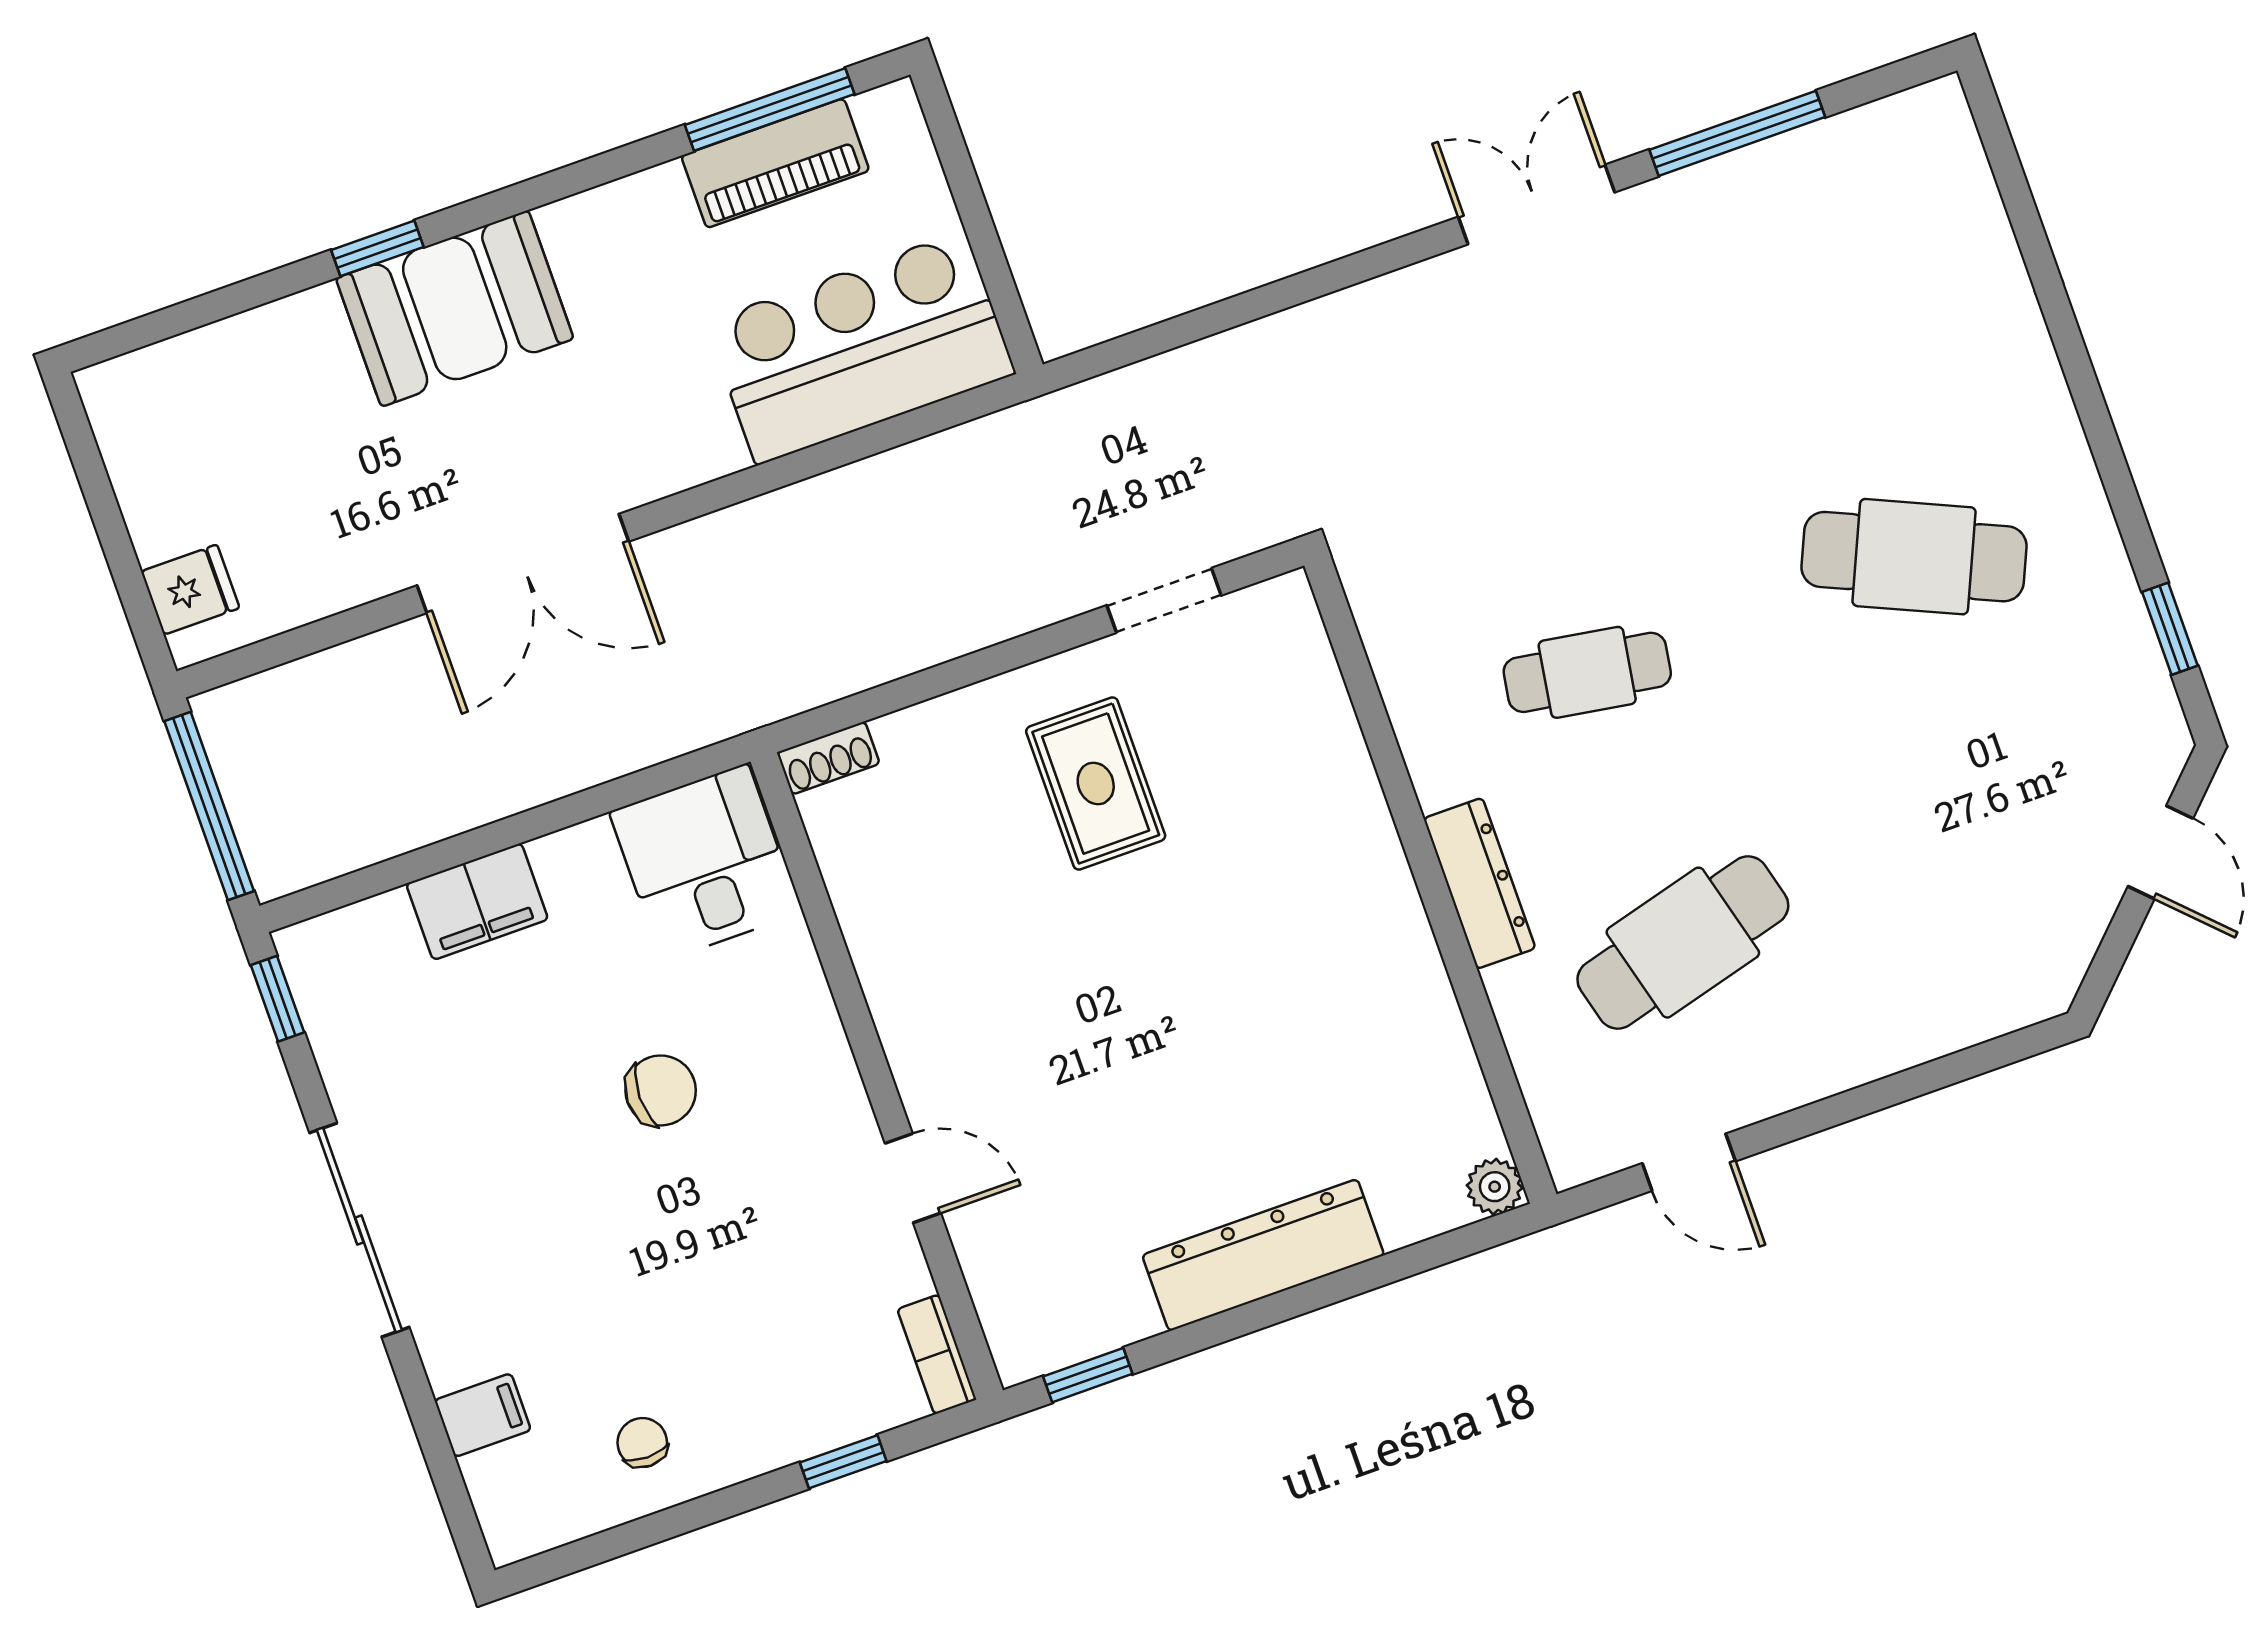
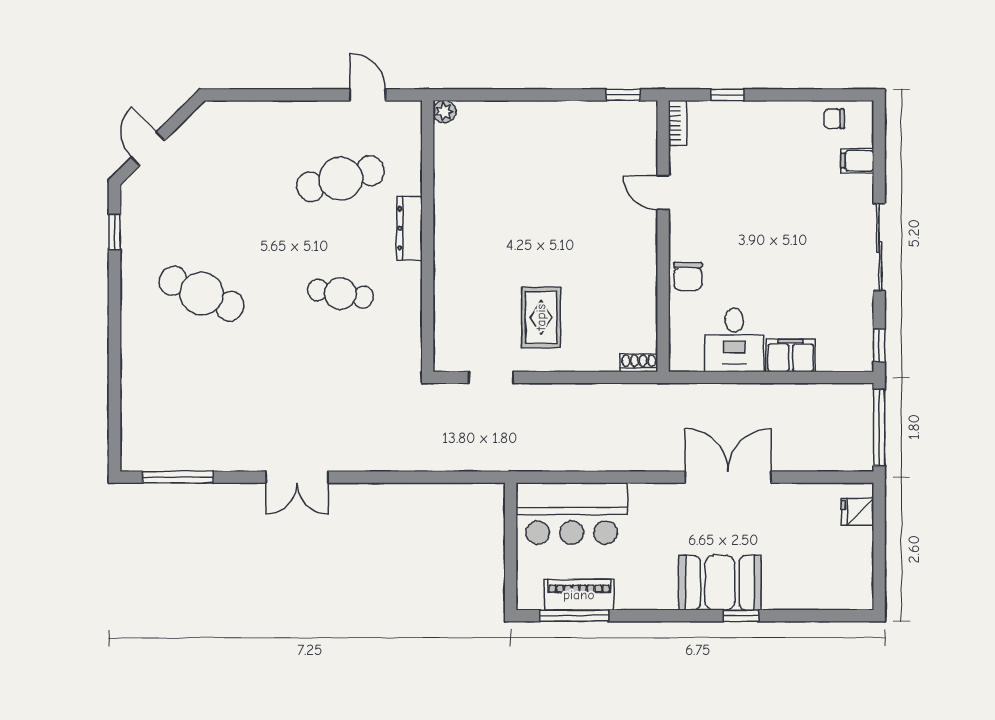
window: (1737, 133) -> (178, 477), moved
desk: (705, 862) -> (734, 340), moved
chair: (661, 1090) -> (688, 276), moved, turned -90
dresser: (1263, 1255) -> (541, 117), removed
chair: (642, 1443) -> (834, 119), moved, turned 90

